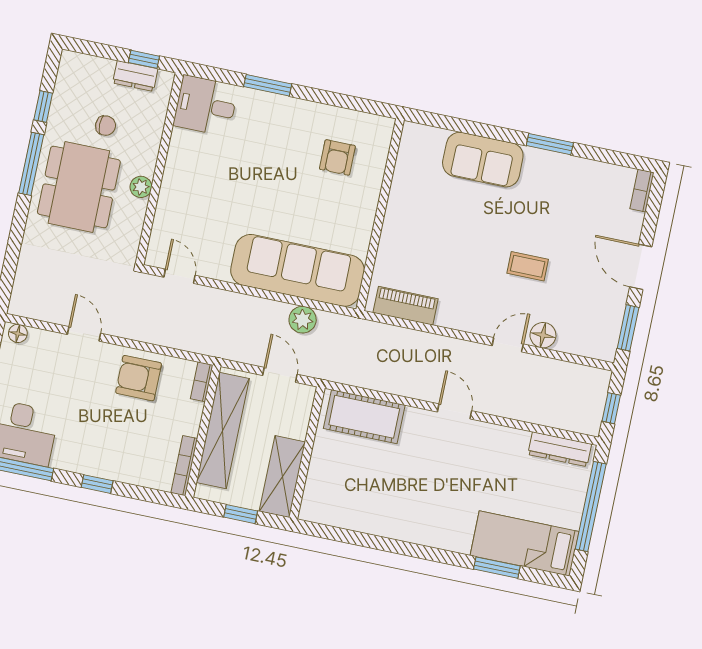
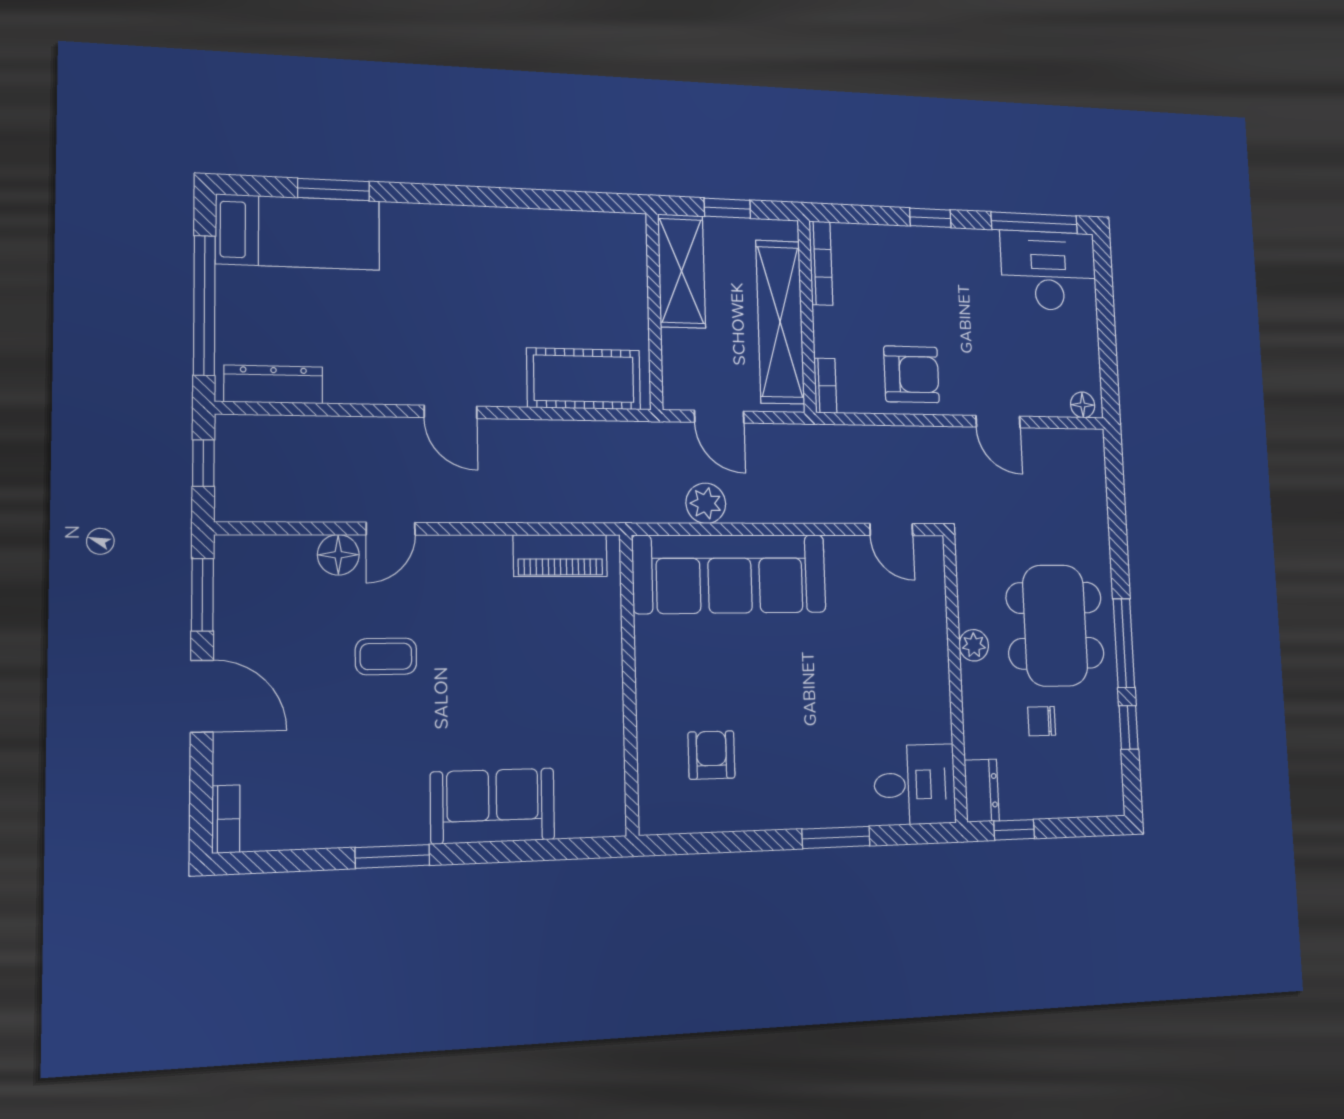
dresser: (135, 76) -> (982, 791), moved, turned 90

